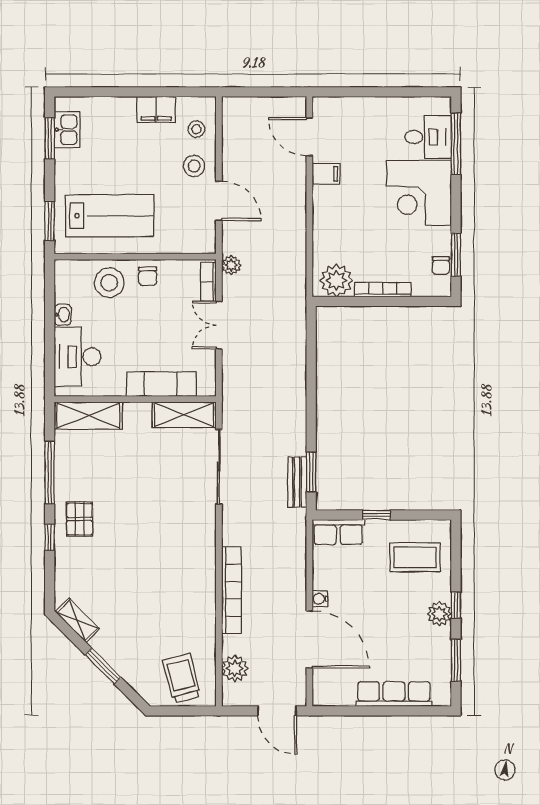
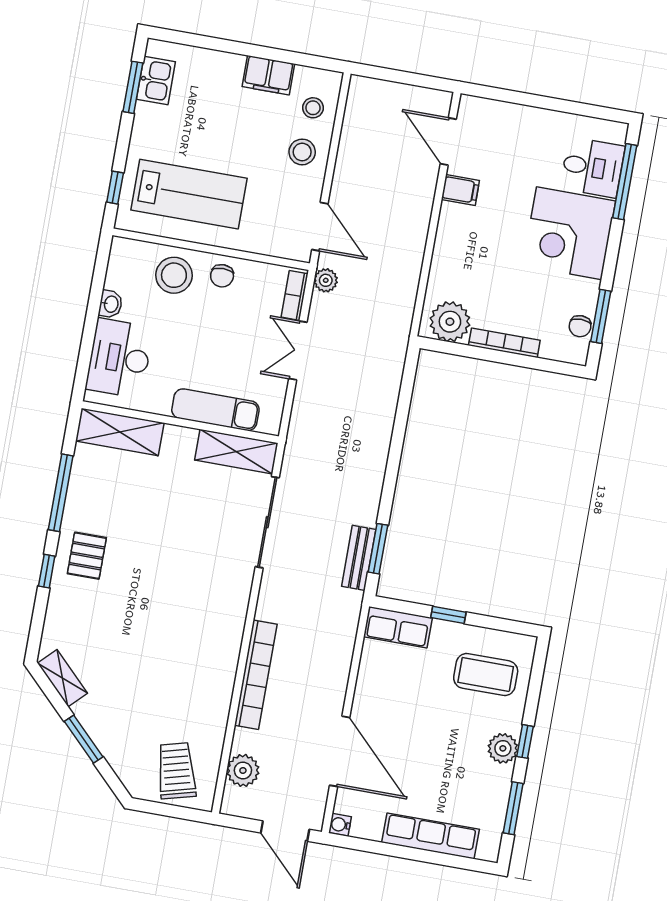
door: (219, 201) -> (320, 227), moved
window: (50, 221) -> (115, 188), width x0.67
water cooler: (320, 599) -> (340, 825), moved

